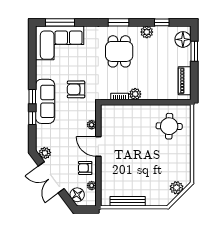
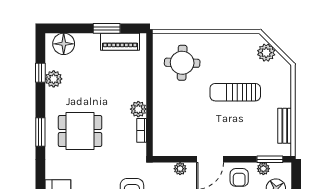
plant: (147, 32) -> (54, 79), moved
window: (194, 51) -> (107, 28), moved
sun lounger: (148, 165) -> (235, 92), added
window: (98, 190) -> (270, 159), added
bench: (128, 201) -> (285, 126), width x0.73

